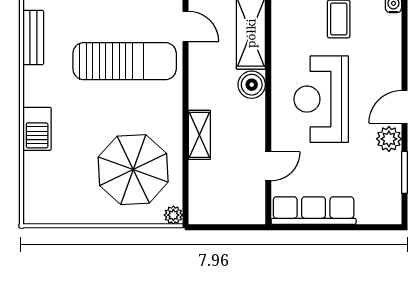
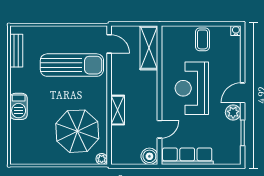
boiler: (252, 85) -> (149, 156), moved

